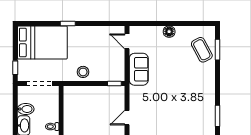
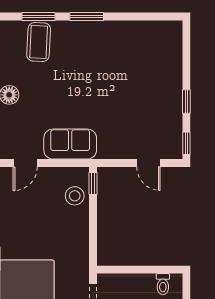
coffee table: (202, 50) -> (39, 42), turned -59
stool: (83, 72) -> (75, 196), moved
window: (218, 116) -> (87, 16), moved

